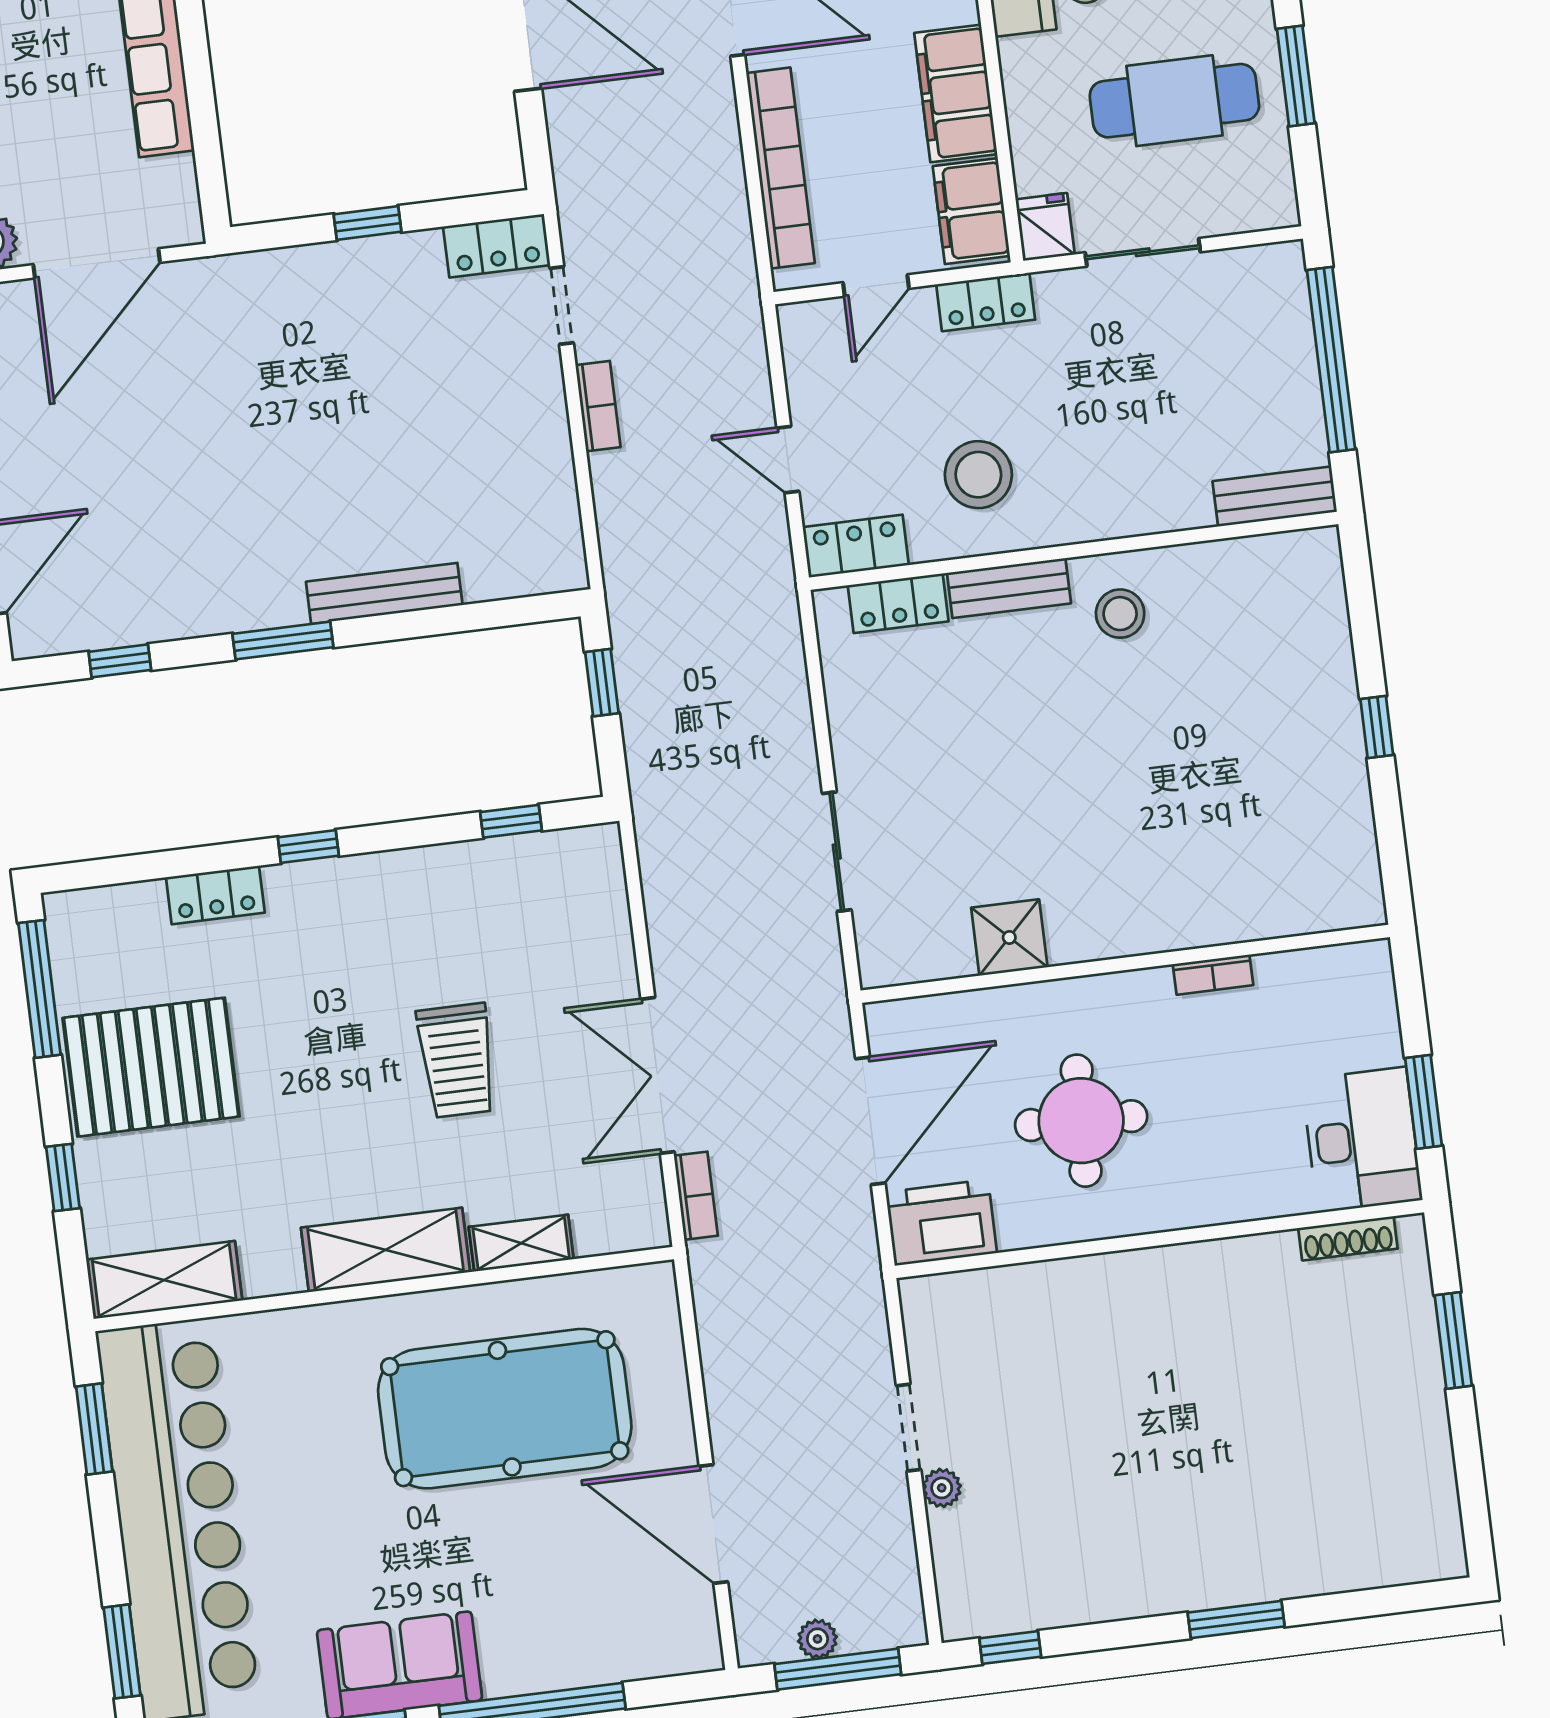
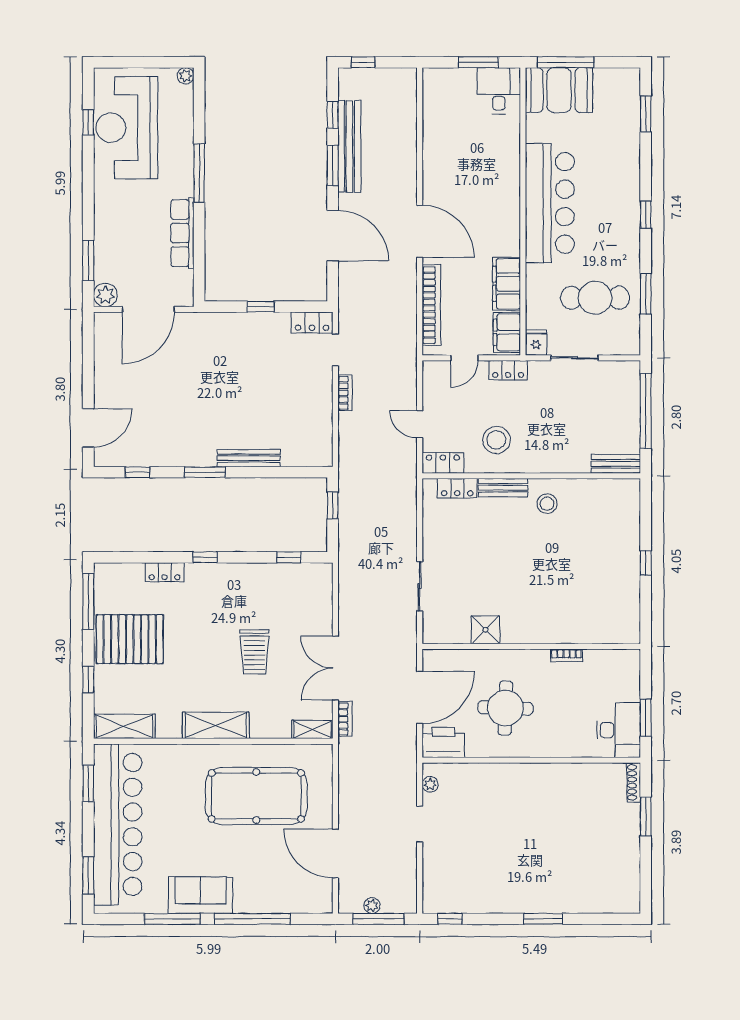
shoe rack: (1348, 1238) -> (634, 782), moved, turned 90
shelving: (521, 1243) -> (312, 729), moved
plant: (942, 1488) -> (430, 784), moved

